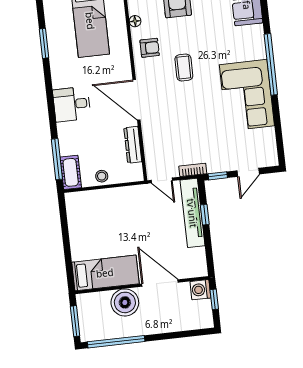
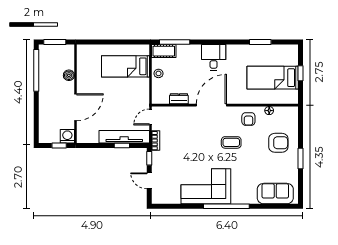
dresser: (133, 145) -> (179, 99), width x0.70
bed: (105, 273) -> (125, 66), moved, turned 90
boiler: (125, 302) -> (69, 75), width x0.54, depth x0.54

